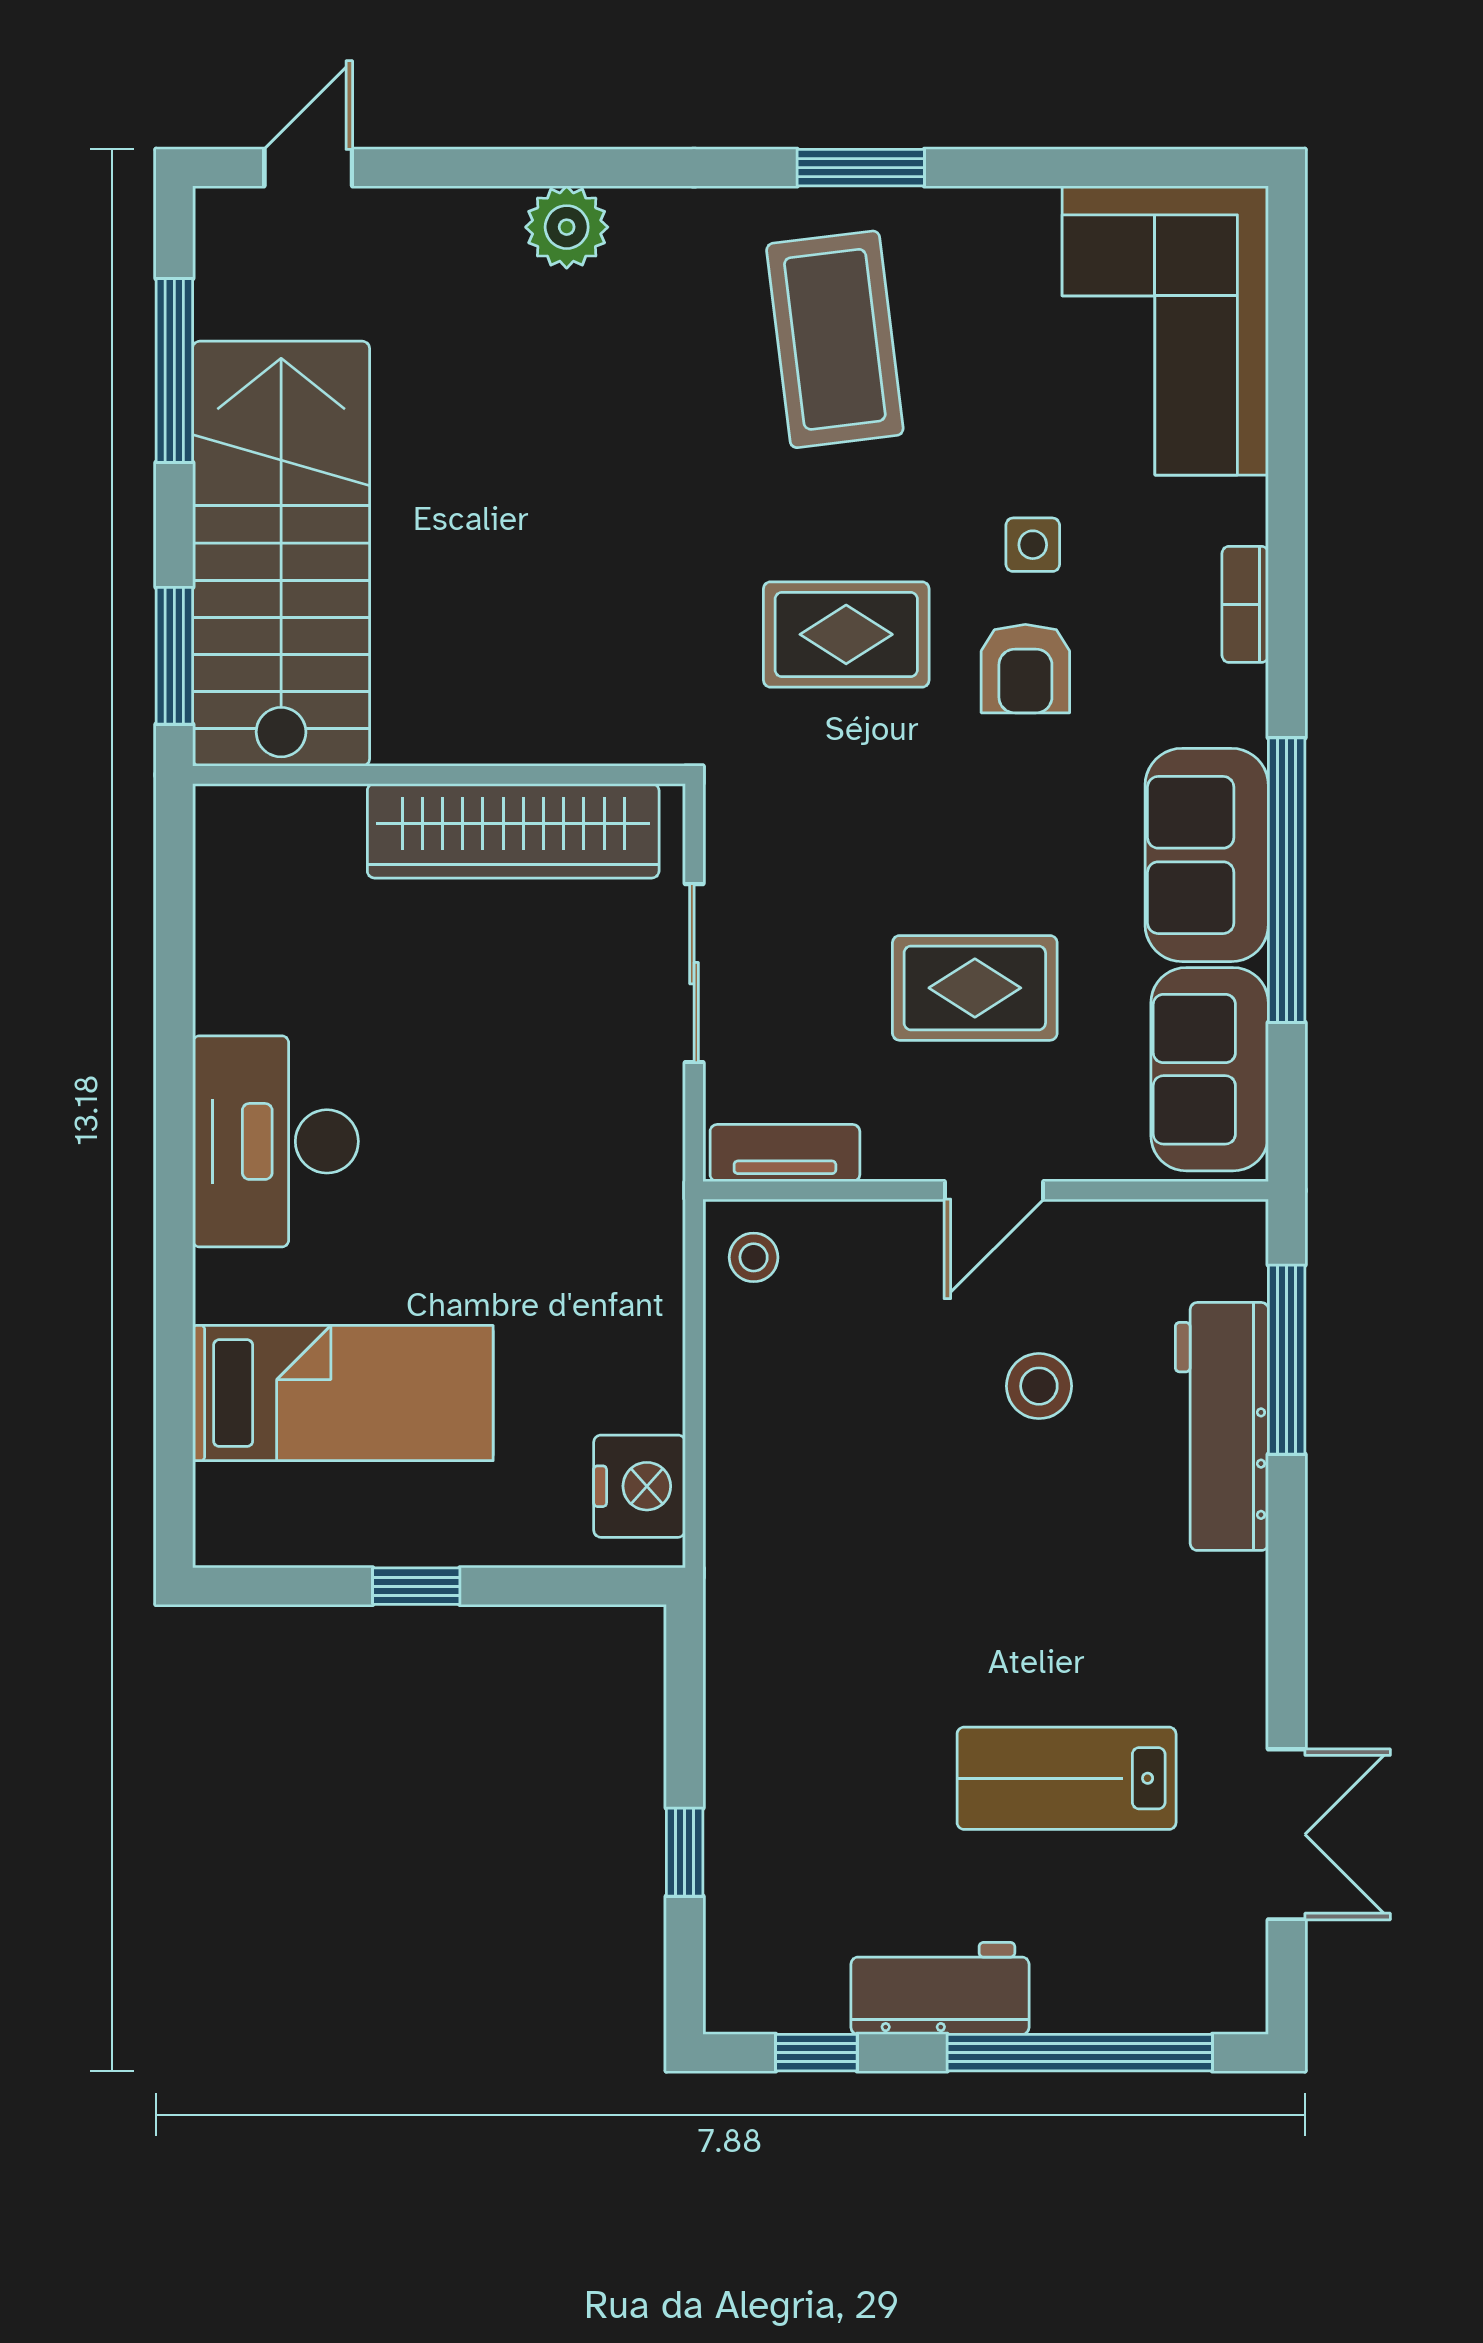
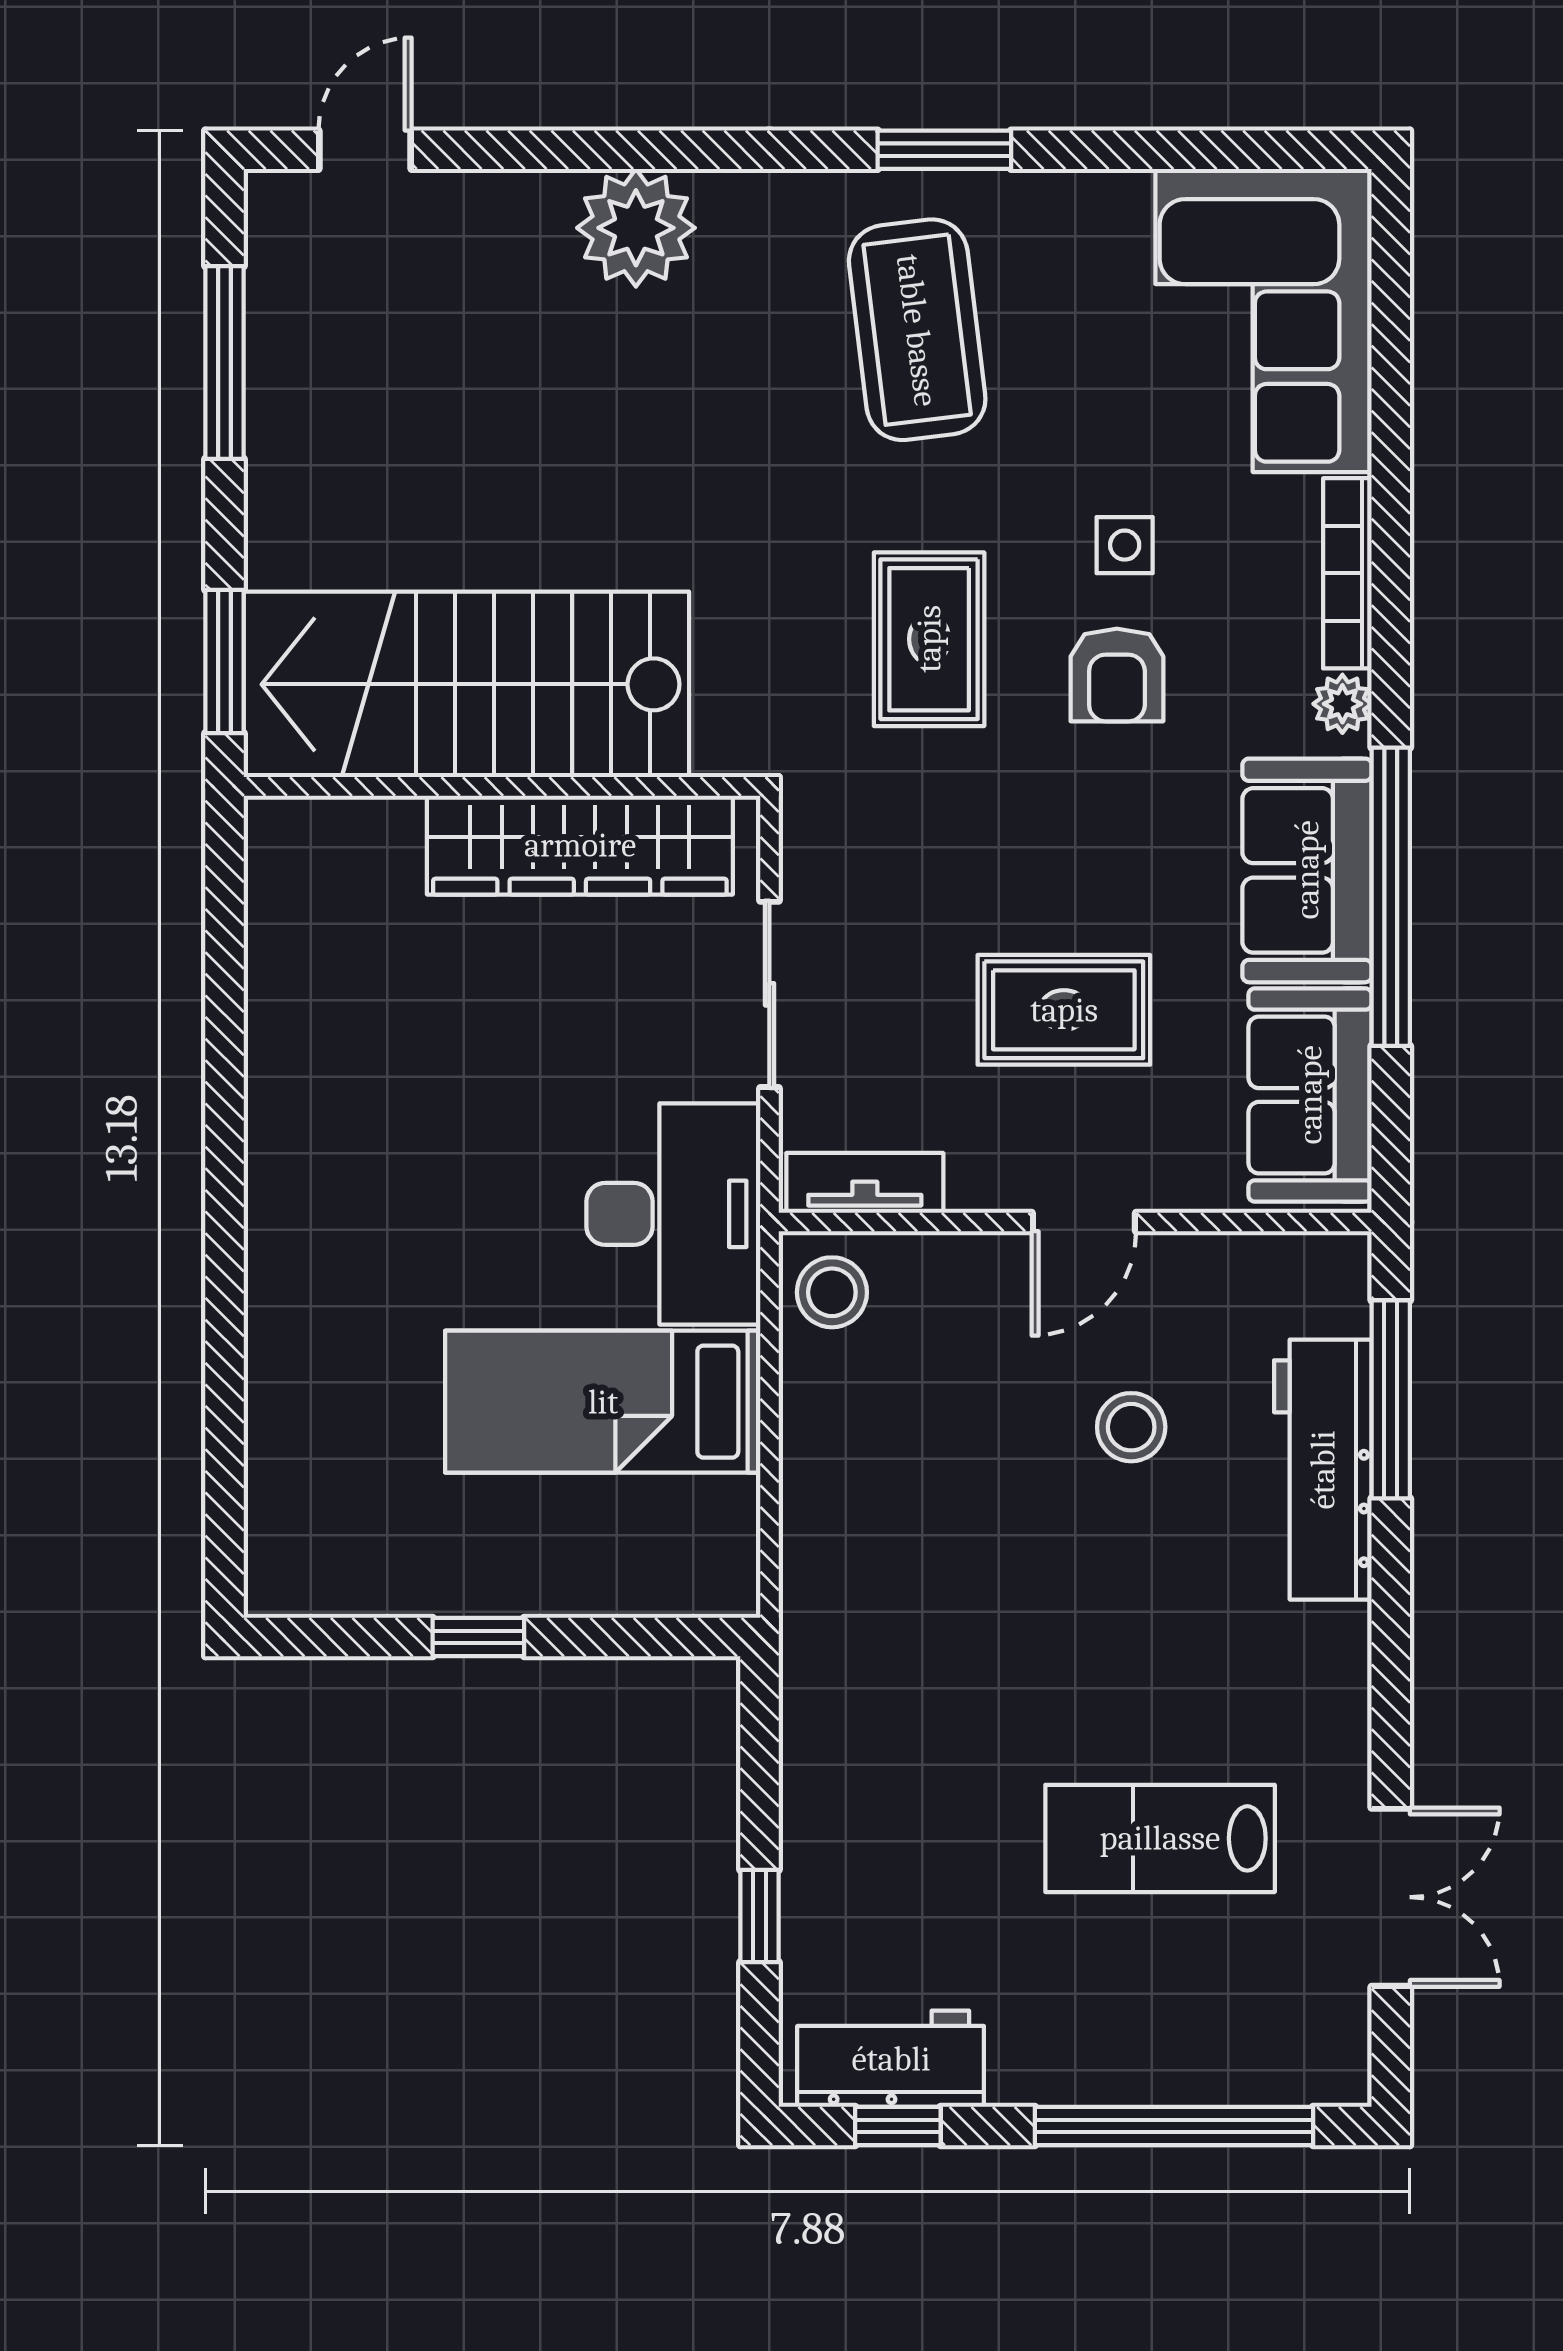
plant: (567, 227) -> (636, 228), width x1.36, depth x1.36
stairs: (281, 554) -> (466, 684), moved, turned -90
bookcase: (1245, 604) -> (1347, 573), width x1.56
rug: (846, 634) -> (929, 639), turned 90
plant: (1241, 696) -> (1342, 704), added
desk: (275, 1141) -> (673, 1214), moved, turned 180
stool: (754, 1257) -> (832, 1292), width x1.37, depth x1.37
bed: (343, 1393) -> (603, 1402), moved, turned 180
nightstand: (639, 1486) -> (712, 1532), removed
workbench: (940, 1988) -> (891, 2059), moved

